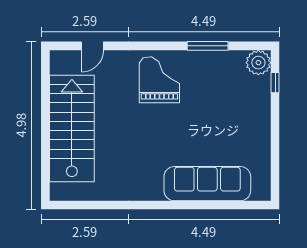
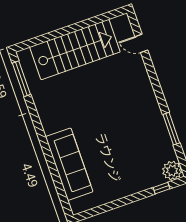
grand piano: (159, 80) -> (134, 102), removed
window: (85, 205) -> (21, 79), added

